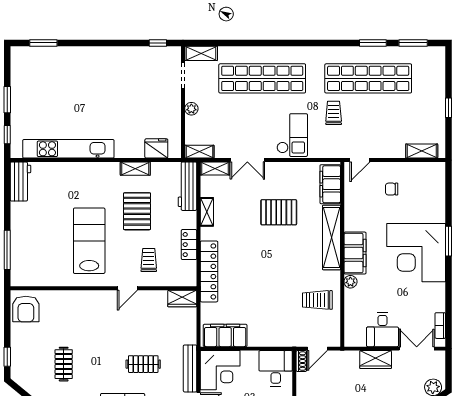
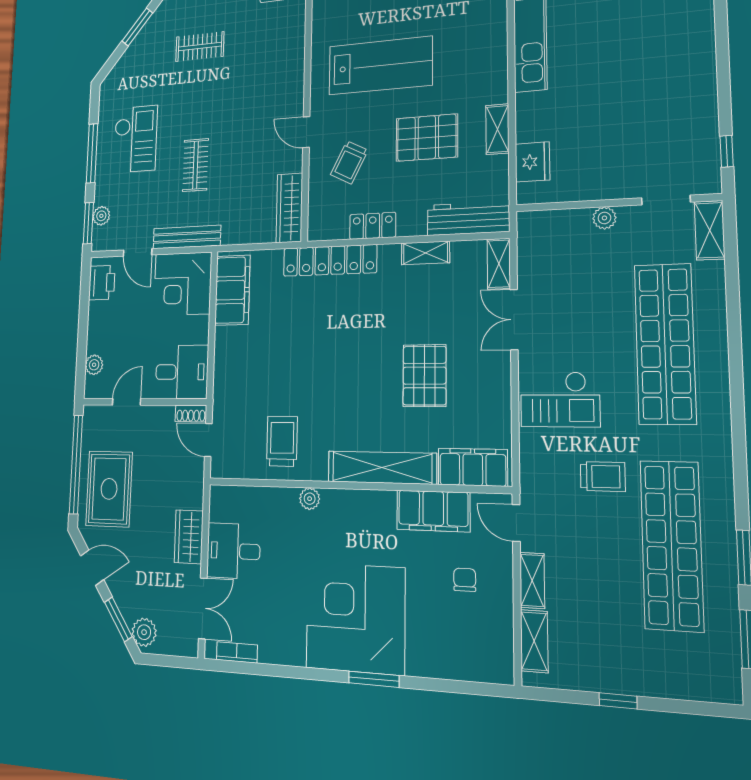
shelving: (199, 152) -> (532, 580), moved
filing cabinet: (355, 253) -> (433, 511), moved
trolley: (149, 260) -> (349, 162), turned 117
wardrobe: (182, 299) -> (289, 208), width x1.50

